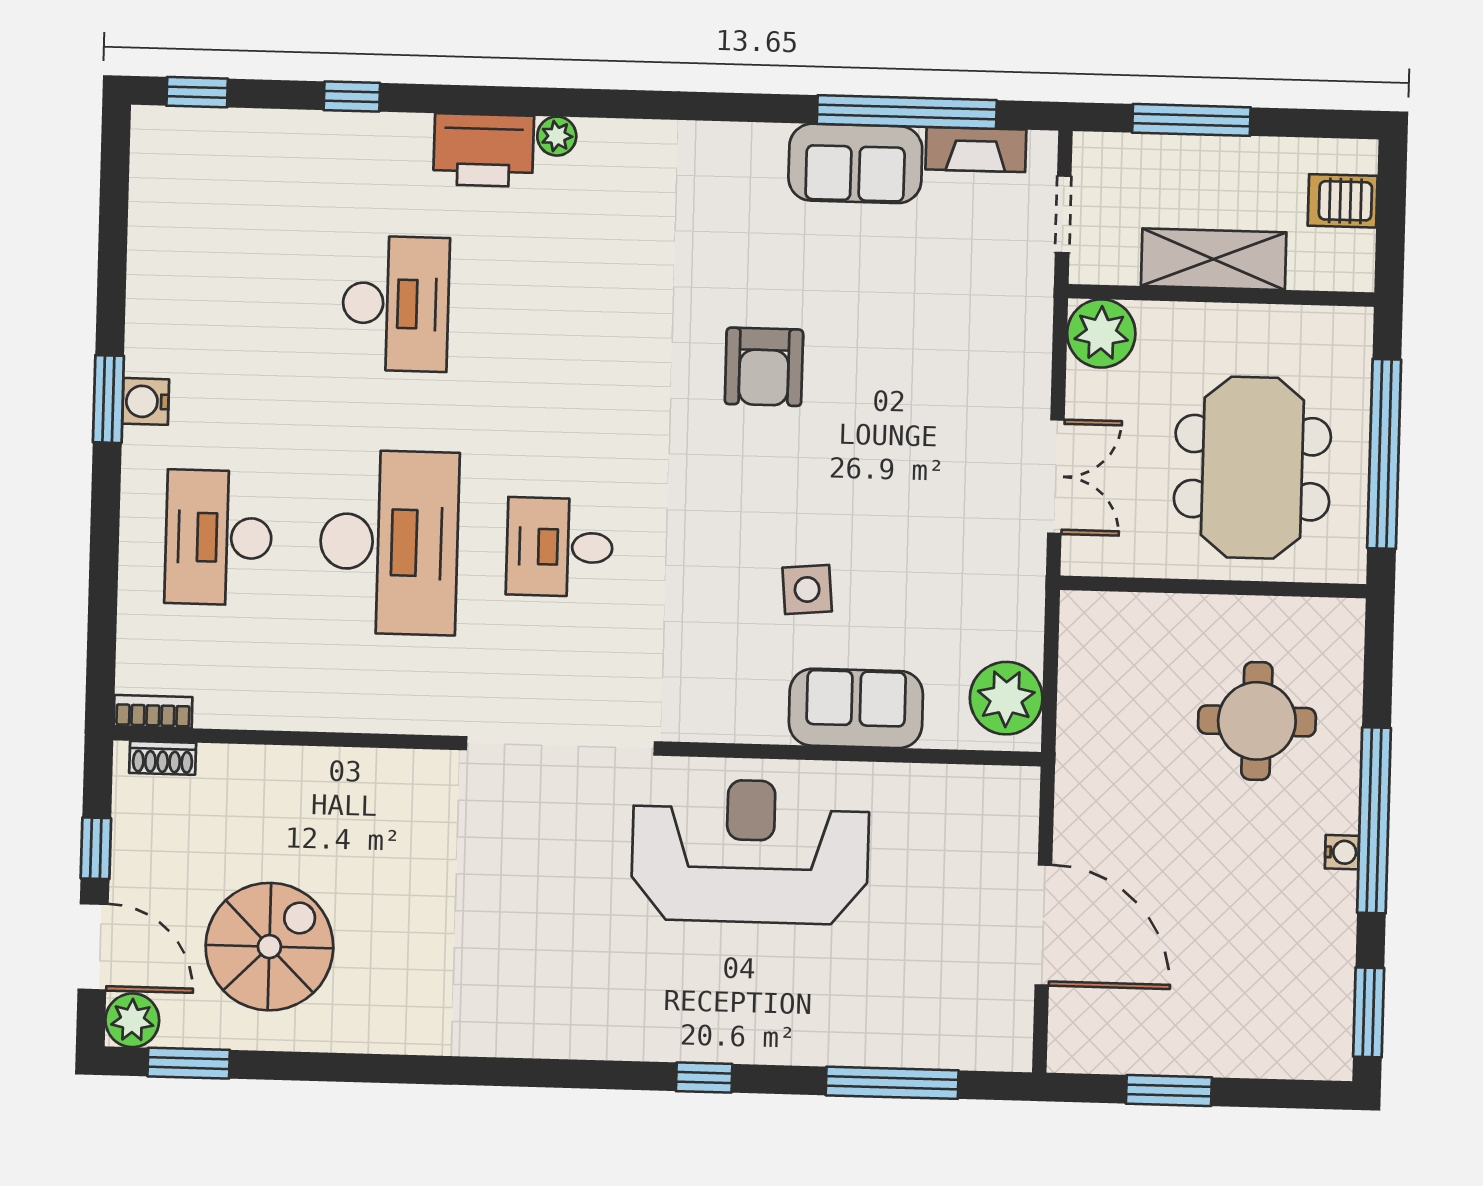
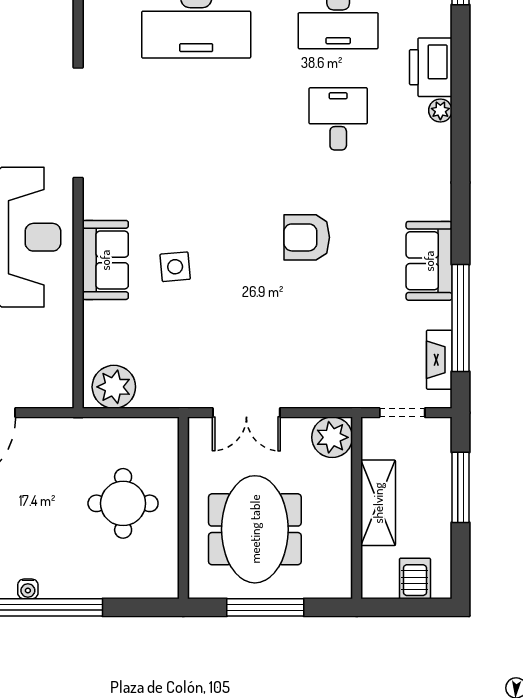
sofa: (855, 163) -> (429, 261), moved
window: (1384, 454) -> (265, 607), width x0.68
meeting table: (1252, 468) -> (255, 529), turned 90
desk: (560, 547) -> (338, 119), moved
sofa: (856, 708) -> (105, 260), moved
round table: (1257, 721) -> (123, 503), moved

